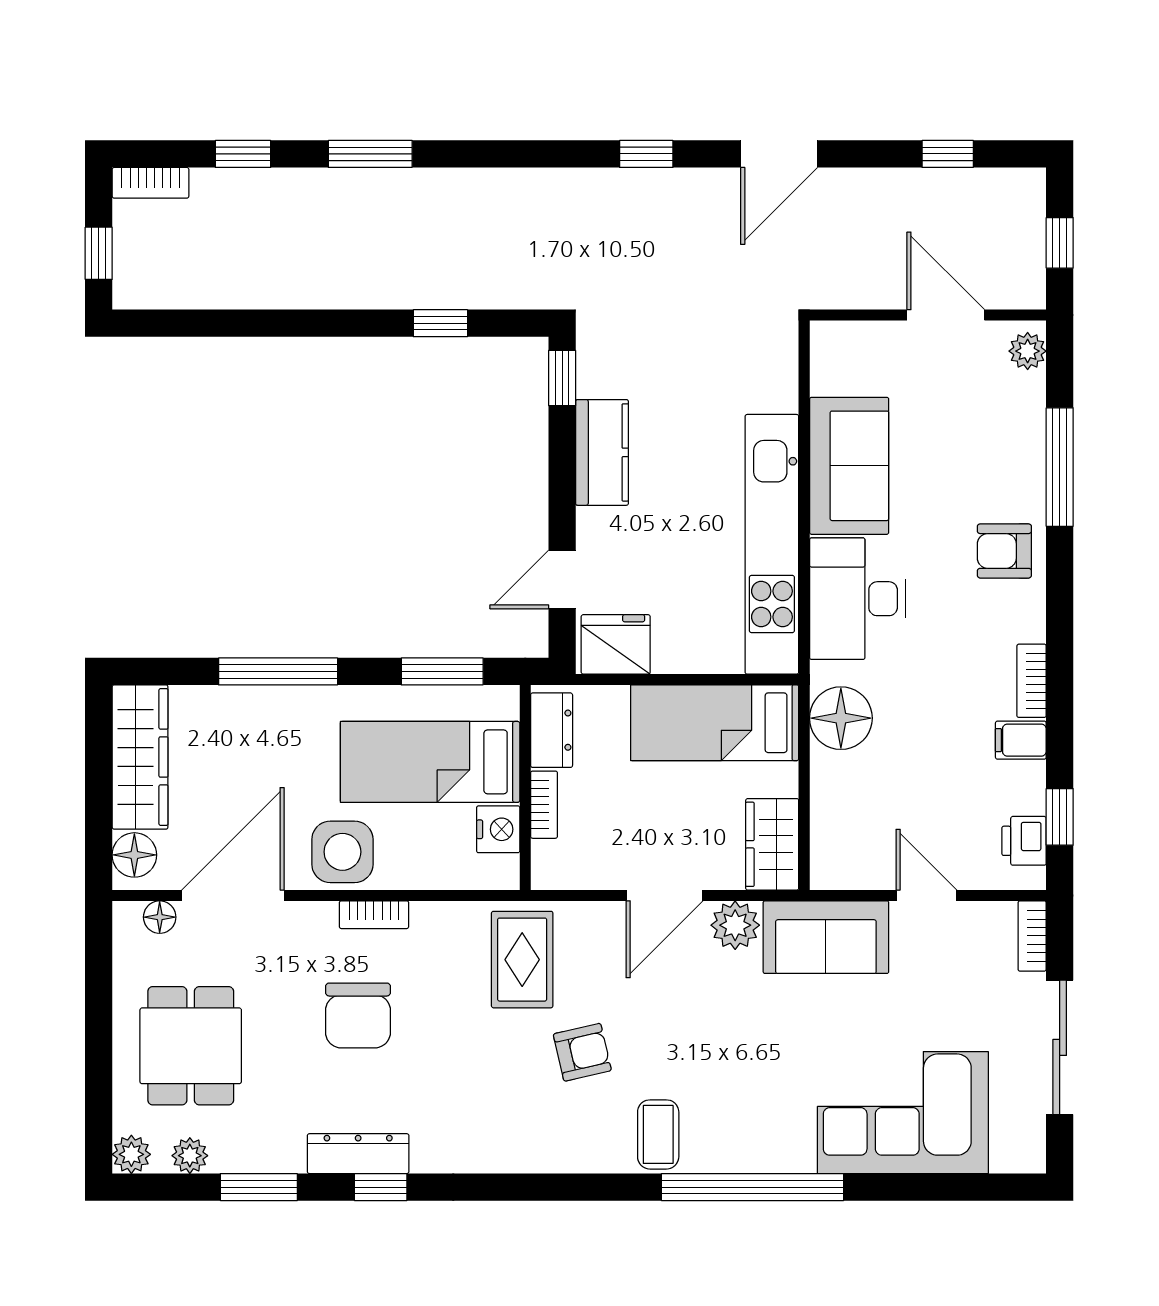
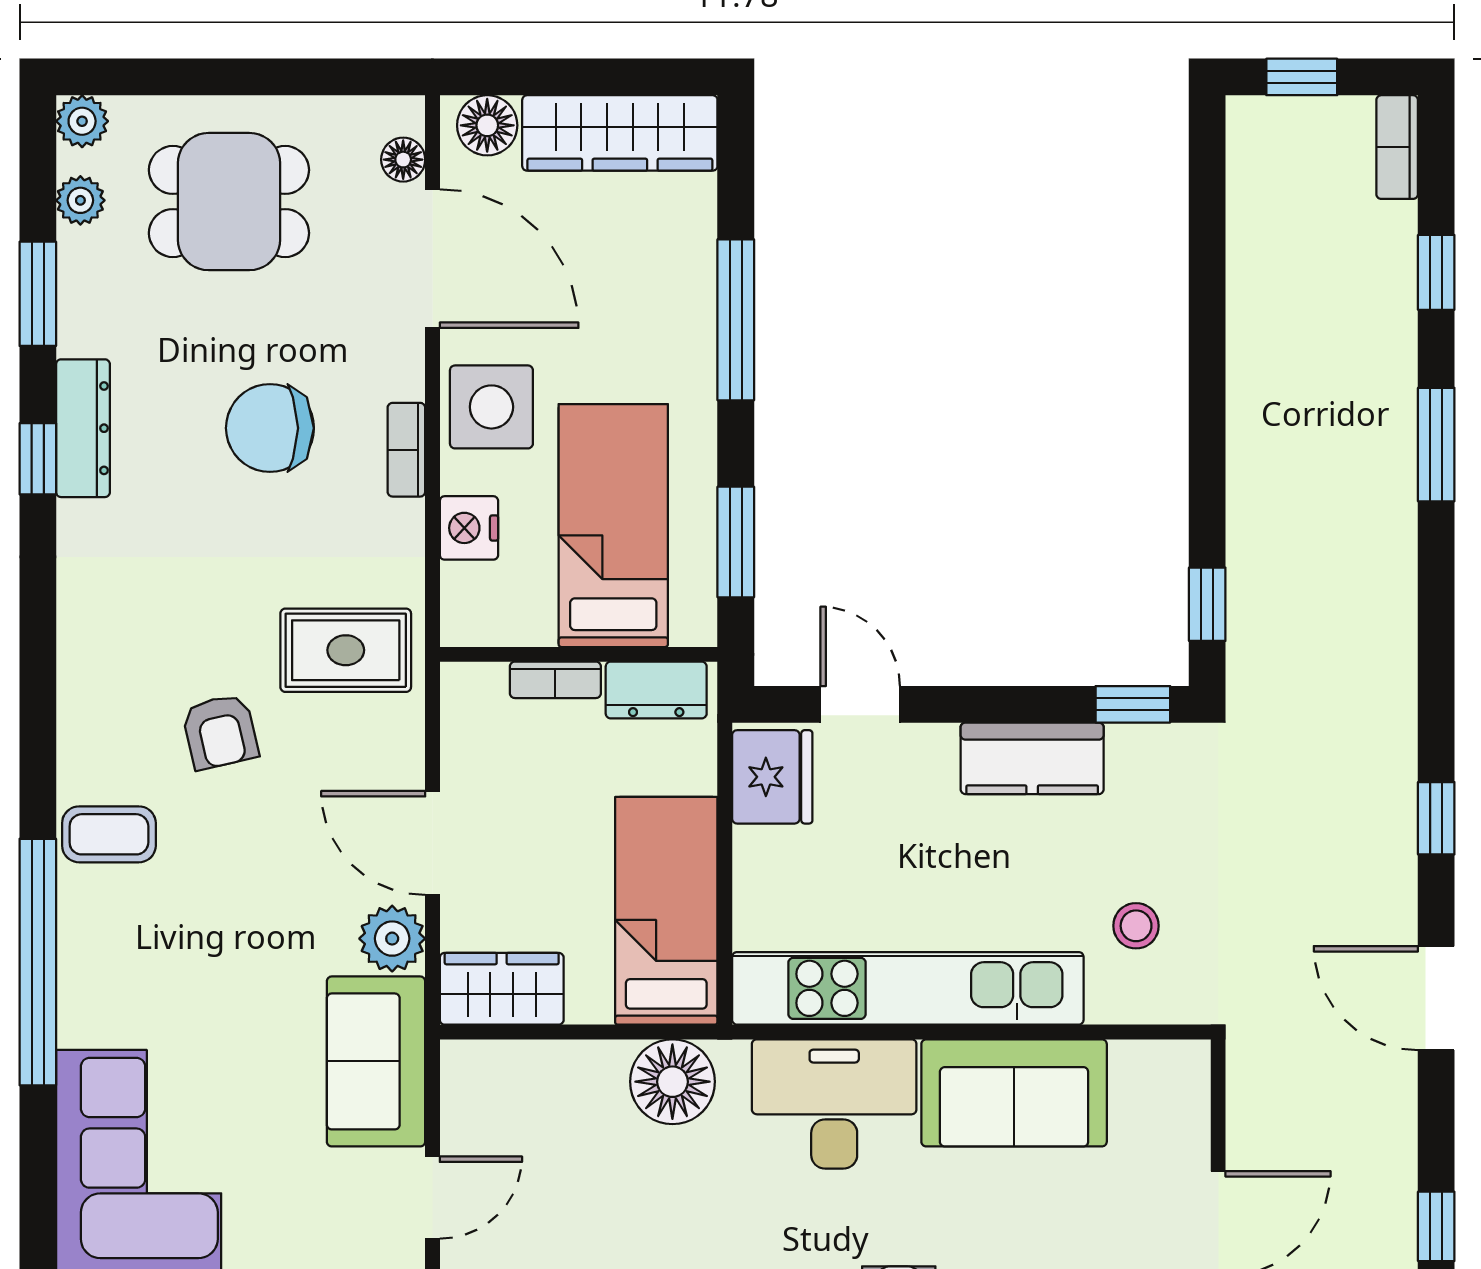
window: (440, 323) -> (1207, 604), moved
stool: (726, 376) -> (1136, 926), added
nightstand: (498, 829) -> (469, 528), moved, turned 90

